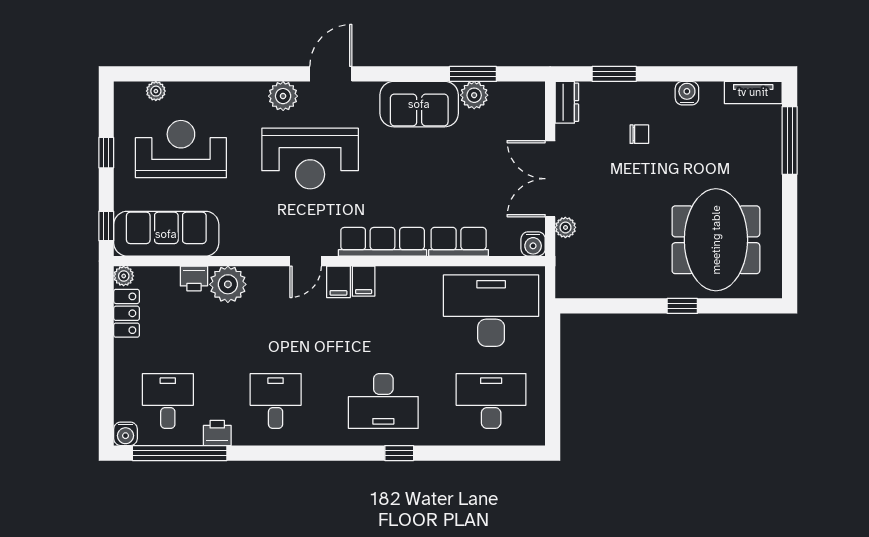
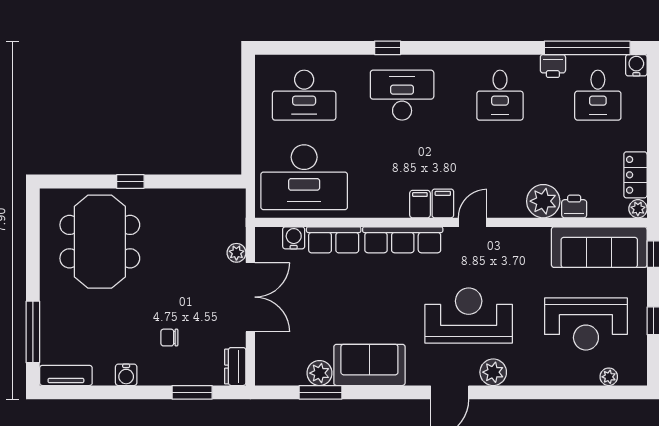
water cooler: (533, 244) -> (294, 238), moved

